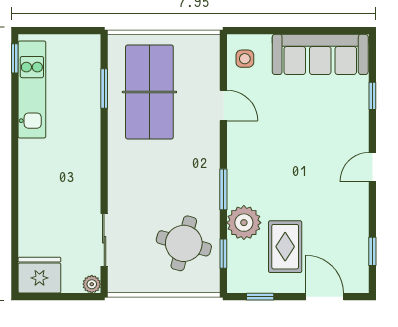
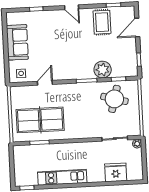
sofa: (320, 54) -> (17, 42), width x0.73
kitchen unit: (32, 89) -> (62, 177), moved
rug: (285, 247) -> (102, 22), moved, turned 90
fridge: (39, 275) -> (116, 172), moved, turned 90

